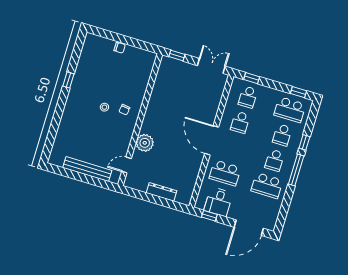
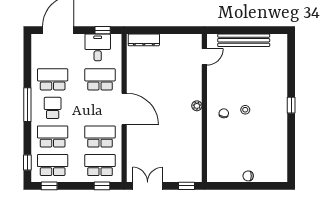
double door: (211, 66) -> (148, 186), swing flipped
window: (68, 80) -> (291, 105), moved
school desk: (248, 97) -> (100, 165), width x1.85
school desk: (240, 122) -> (100, 136), width x1.85
school desk: (282, 135) -> (53, 136), width x1.85
window: (304, 142) -> (27, 162), moved
plant: (145, 143) -> (197, 106), moved, width x0.53, depth x0.53
dresser: (162, 192) -> (144, 40), moved

